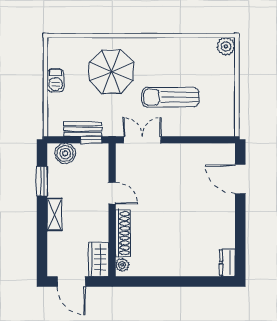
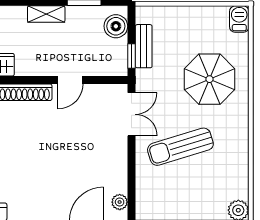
barbecue: (56, 80) -> (239, 19), moved, turned 90
sun lounger: (170, 97) -> (180, 147), turned -107
plant: (219, 150) -> (120, 202), added

